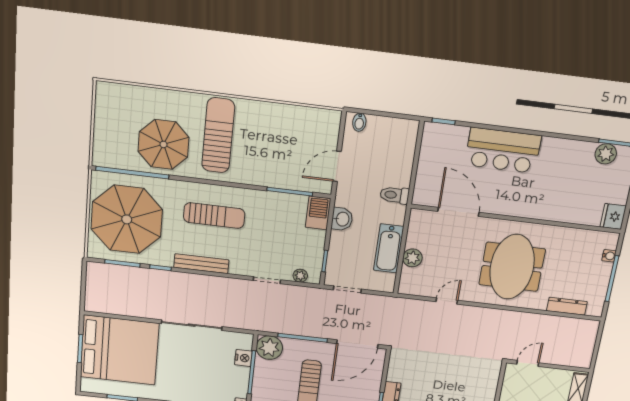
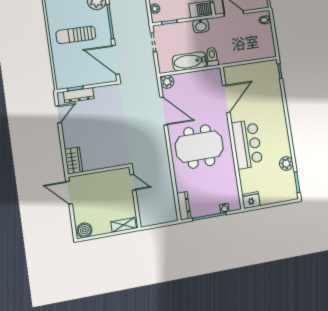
bar counter: (503, 150) -> (247, 144), moved, turned 180
plant: (606, 154) -> (286, 164), moved
toilet: (395, 195) -> (212, 57), moved
plant: (412, 258) -> (167, 82), moved
door: (447, 301) -> (164, 111), width x1.88
dresser: (567, 306) -> (184, 206), moved

